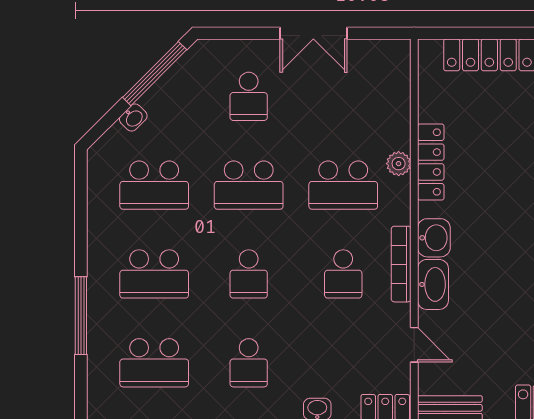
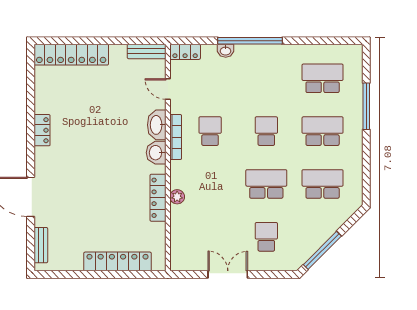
washbasin: (133, 118) -> (335, 224), removed
school desk: (343, 185) -> (210, 184), removed
school desk: (249, 363) -> (266, 78), removed

